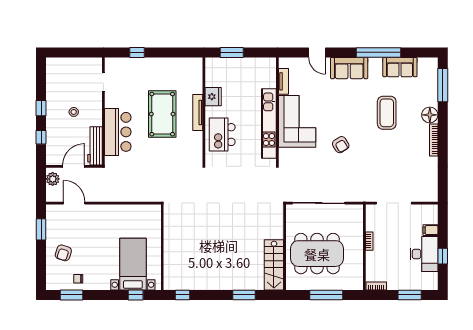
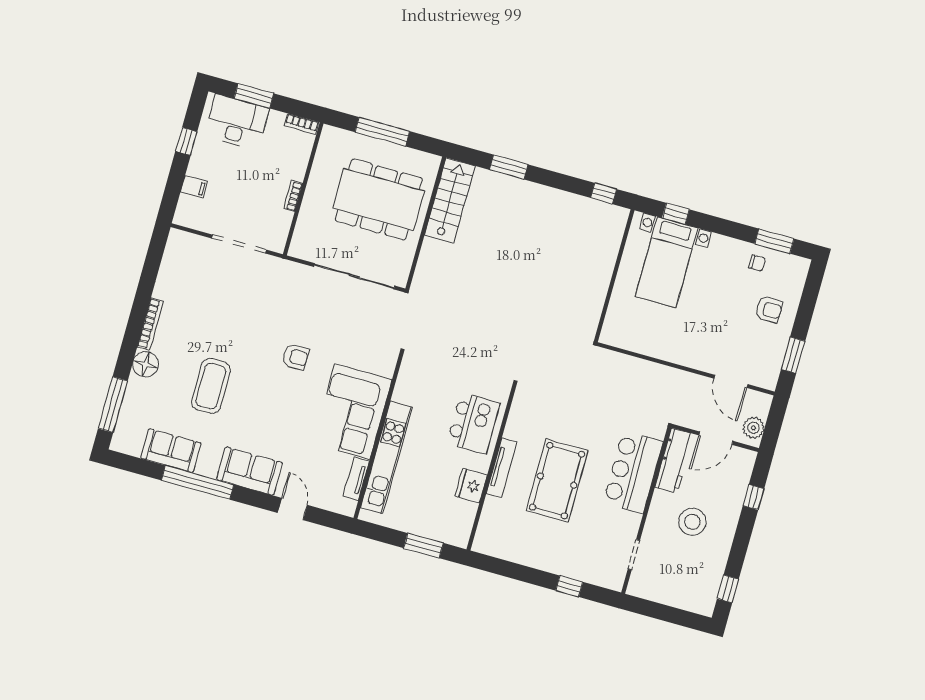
window: (41, 108) -> (728, 589), moved
stool: (74, 112) -> (692, 522), width x1.89, depth x1.89
kitchen unit: (269, 124) -> (386, 457), moved
armchair: (341, 145) -> (295, 357), turned 122
armchair: (63, 253) -> (769, 309), turned 72
desk: (424, 254) -> (237, 122), moved, turned 90

